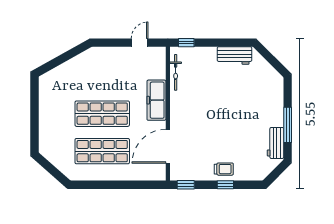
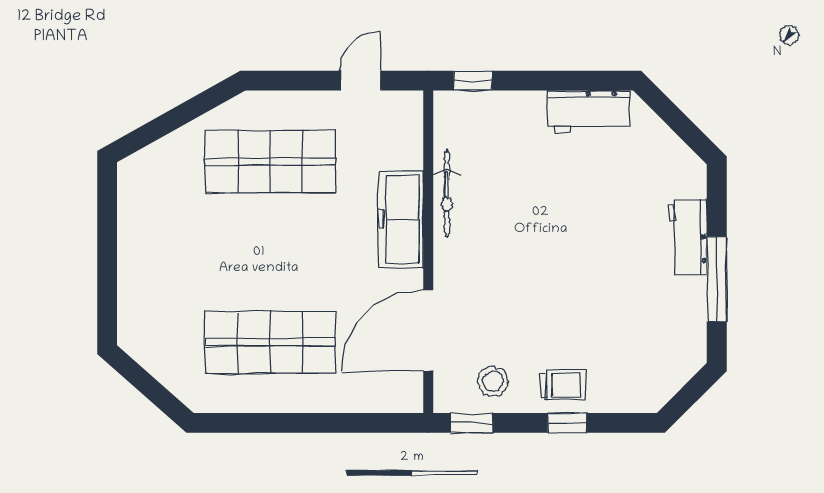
bicycle: (176, 72) -> (447, 194), moved
shop shelf: (102, 114) -> (270, 162), moved
workbench: (275, 143) -> (687, 237), moved
stool: (195, 167) -> (493, 381), added

